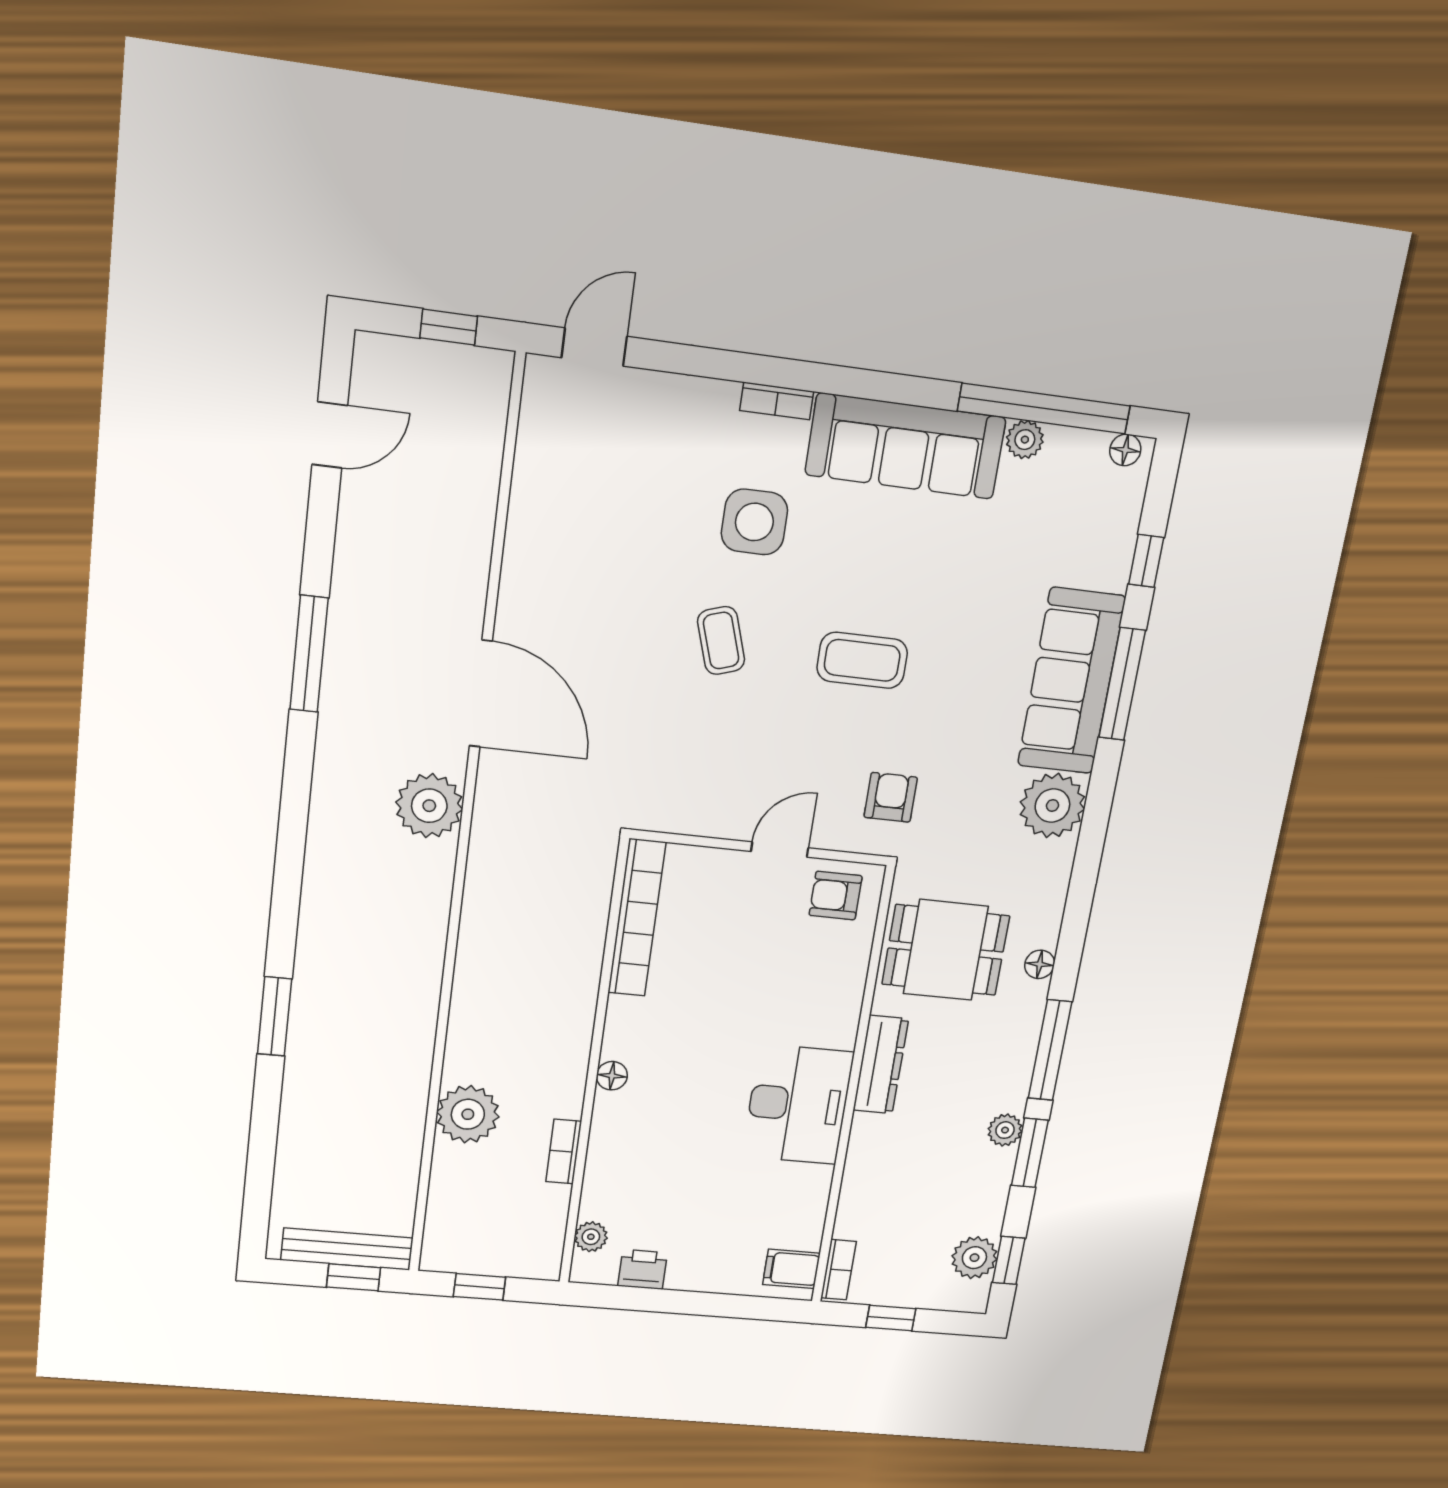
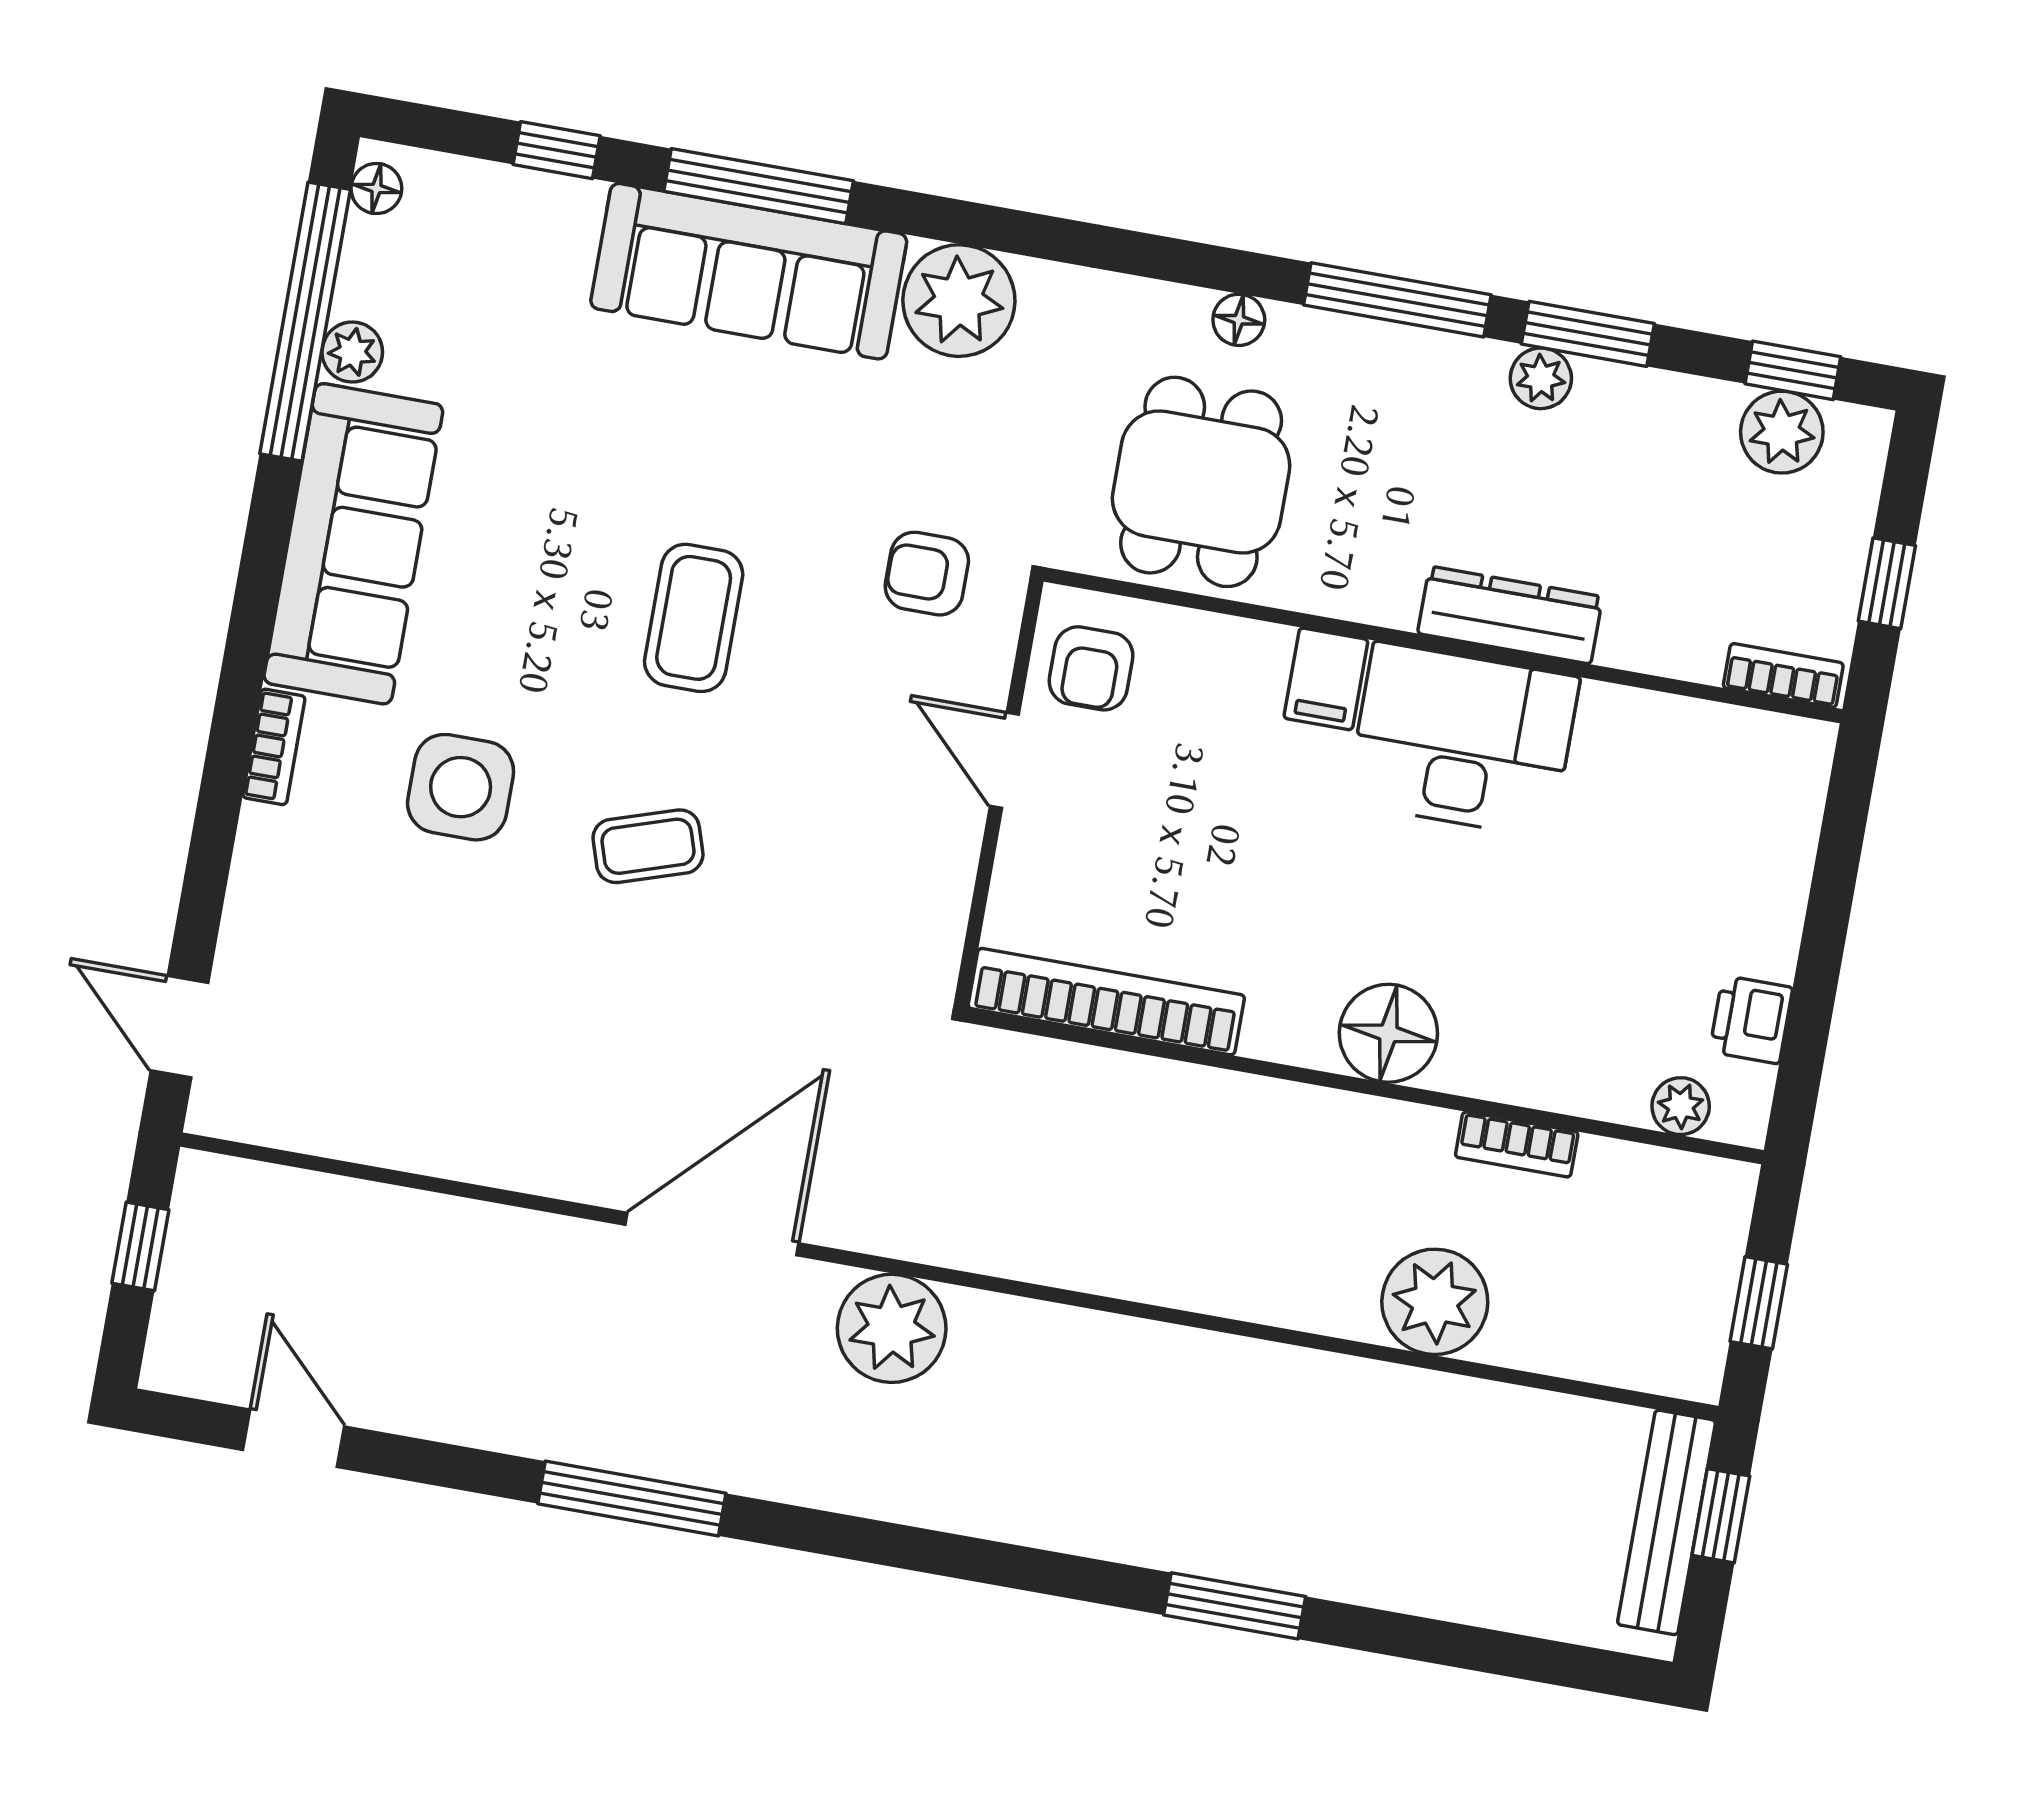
dresser: (881, 1065) -> (1510, 615), moved
floor lamp: (612, 1076) -> (1388, 1033), width x1.89, depth x1.89
filing cabinet: (791, 1269) -> (1326, 679), moved

